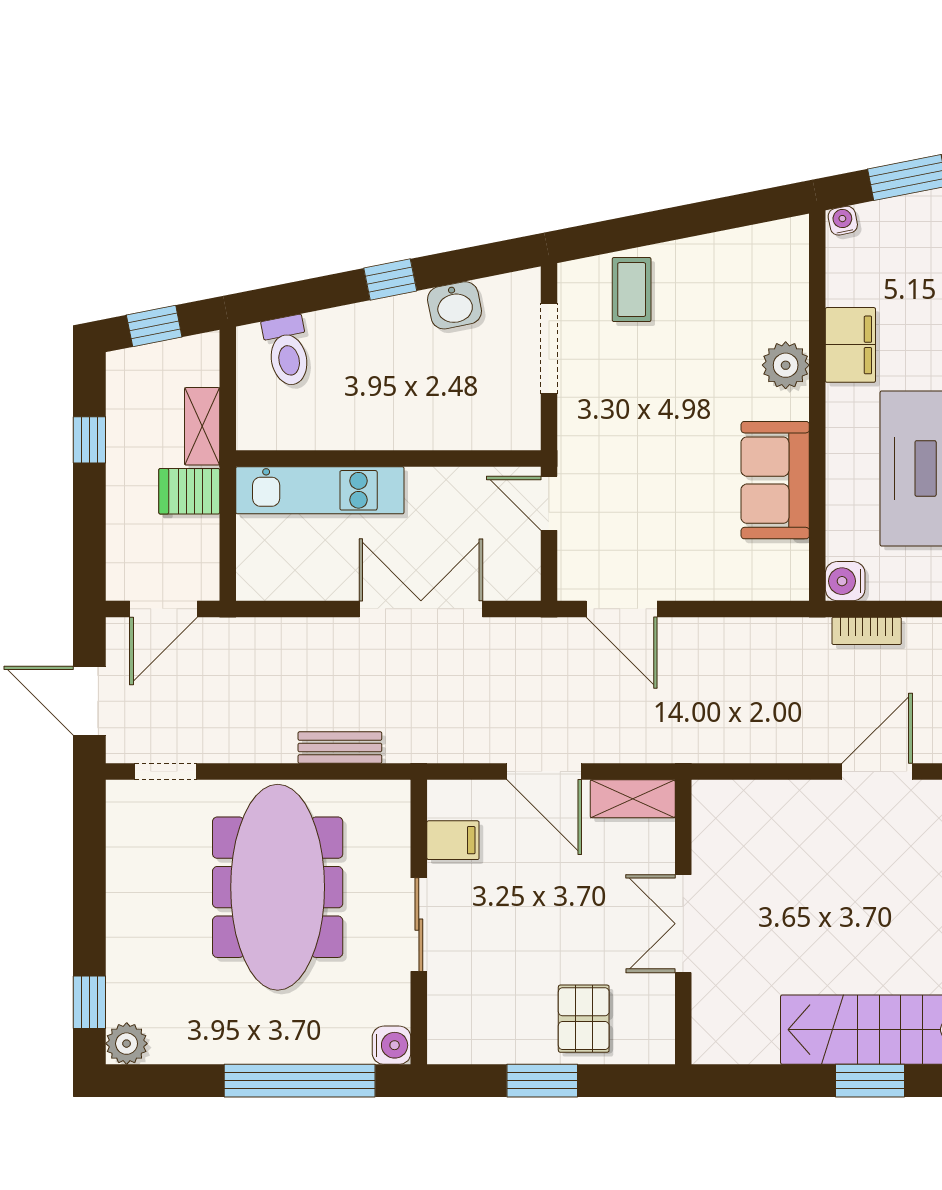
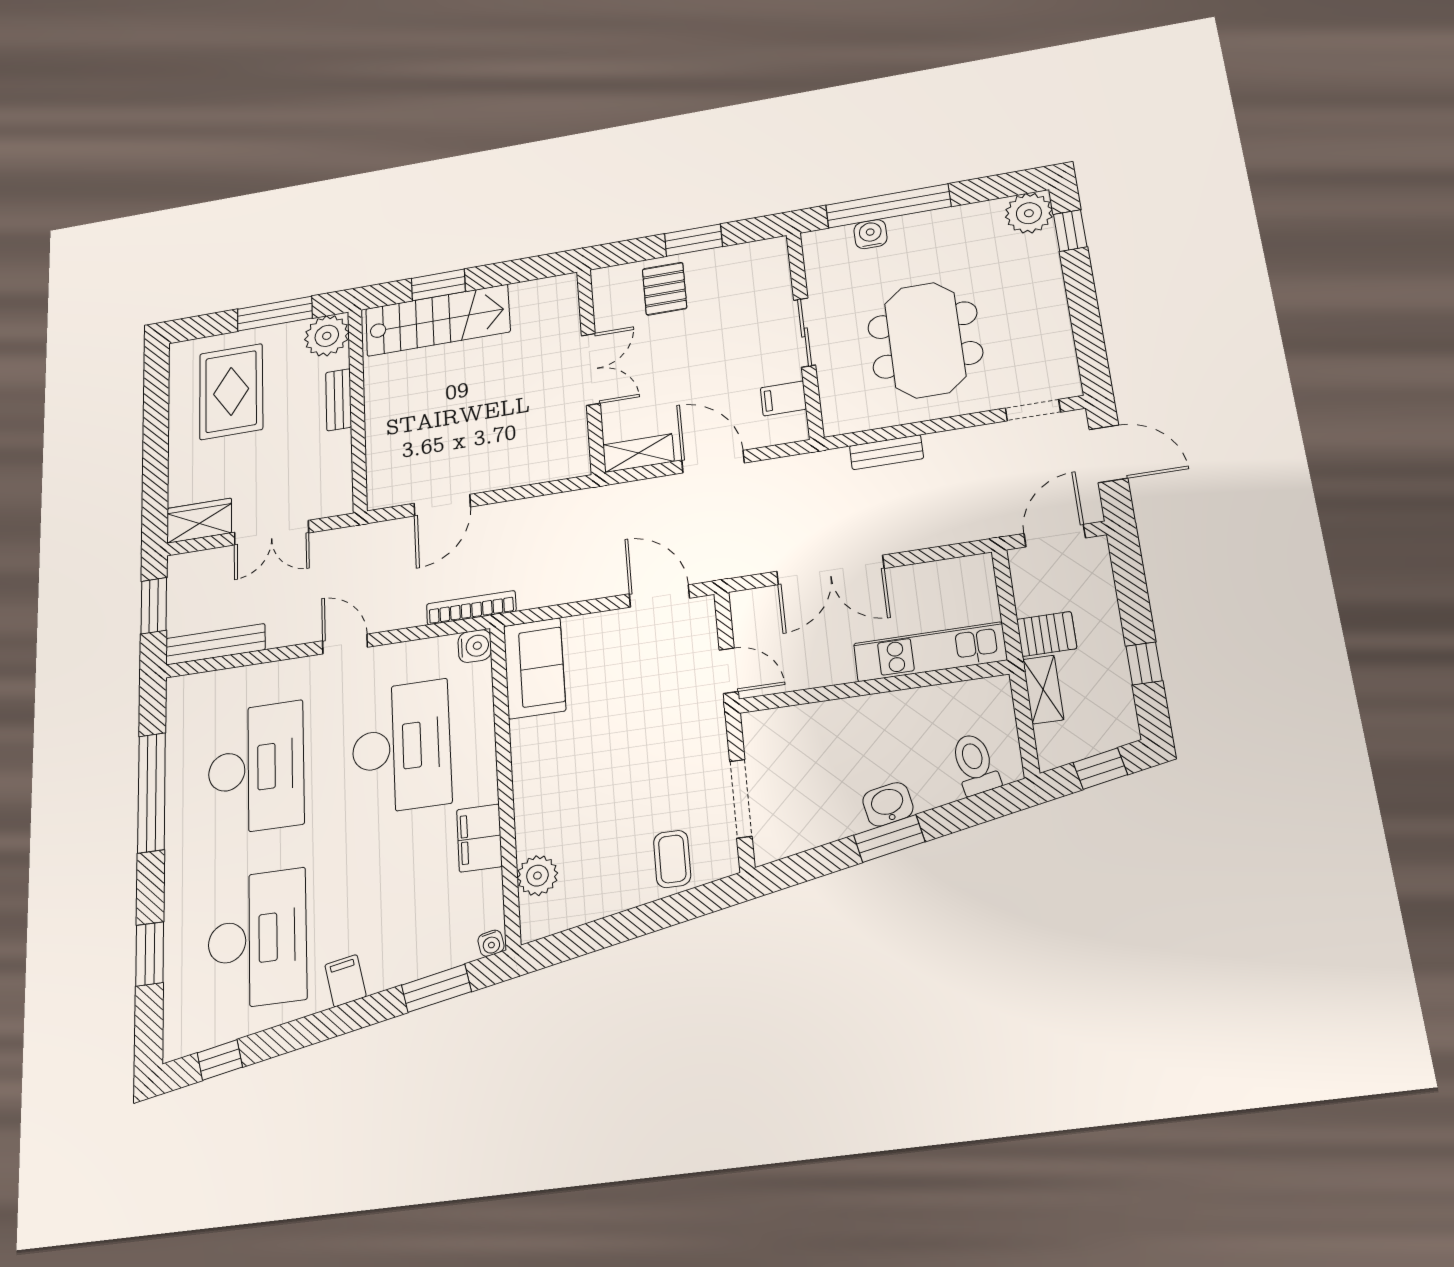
window: (390, 280) -> (889, 838), width x1.50
washbasin: (455, 305) -> (888, 804), moved
plant: (786, 365) -> (537, 876), moved
sofa: (775, 480) -> (534, 668), moved
bookcase: (867, 631) -> (471, 608), width x1.56
meeting table: (278, 887) -> (925, 340), width x0.73
plant: (127, 1044) -> (1029, 213), width x1.36, depth x1.36
water cooler: (392, 1045) -> (870, 234), moved, turned 90

